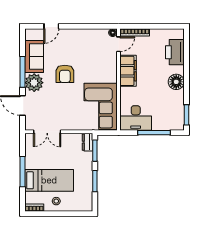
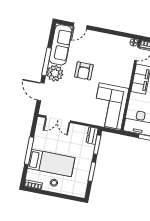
sofa: (34, 56) -> (61, 45), width x1.36

